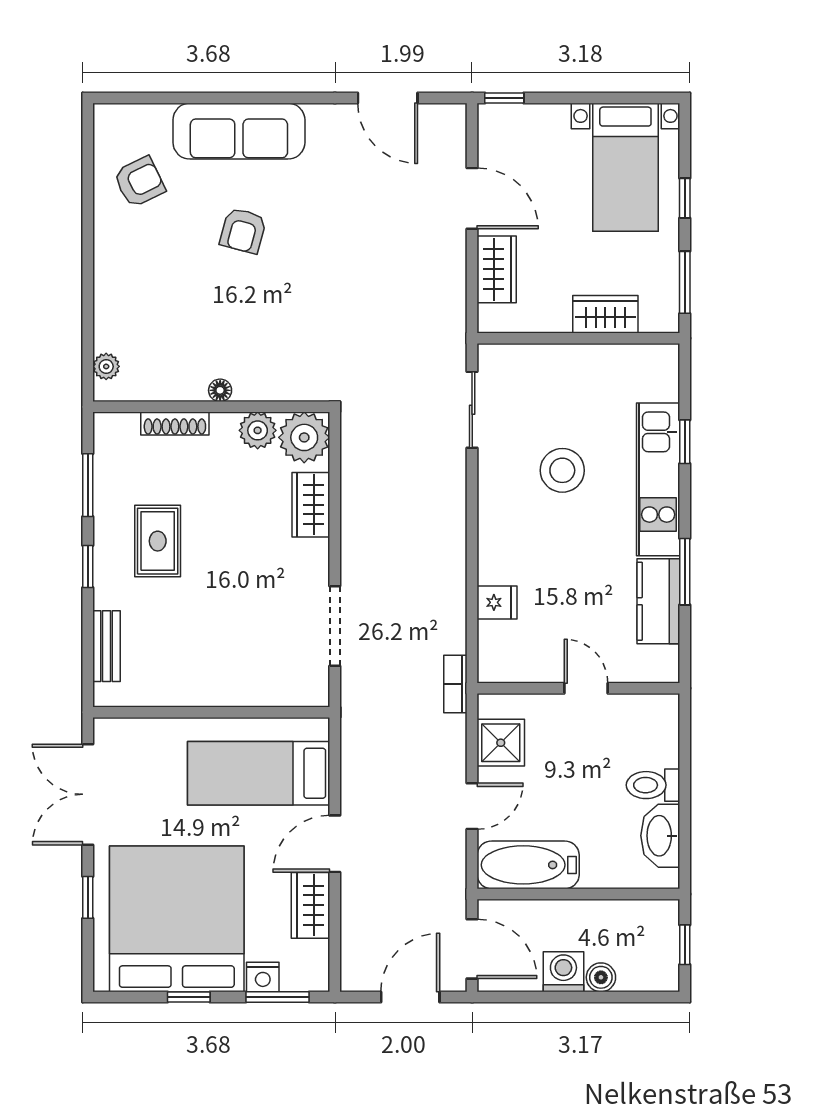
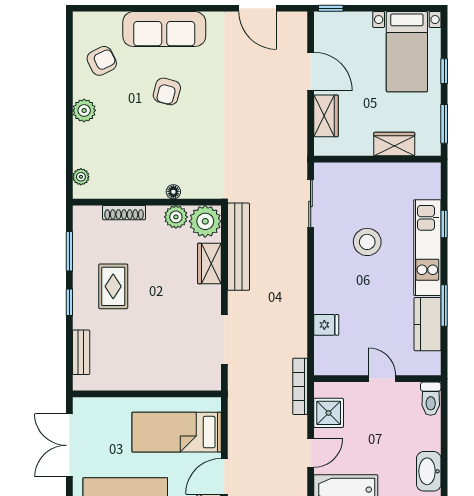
plant: (111, 261) -> (84, 110), added
floor lamp: (220, 390) -> (173, 192), moved
bench: (357, 478) -> (239, 247), added
bookcase: (455, 684) -> (300, 386), width x1.56
toilet: (653, 785) -> (431, 399), moved, turned -90

